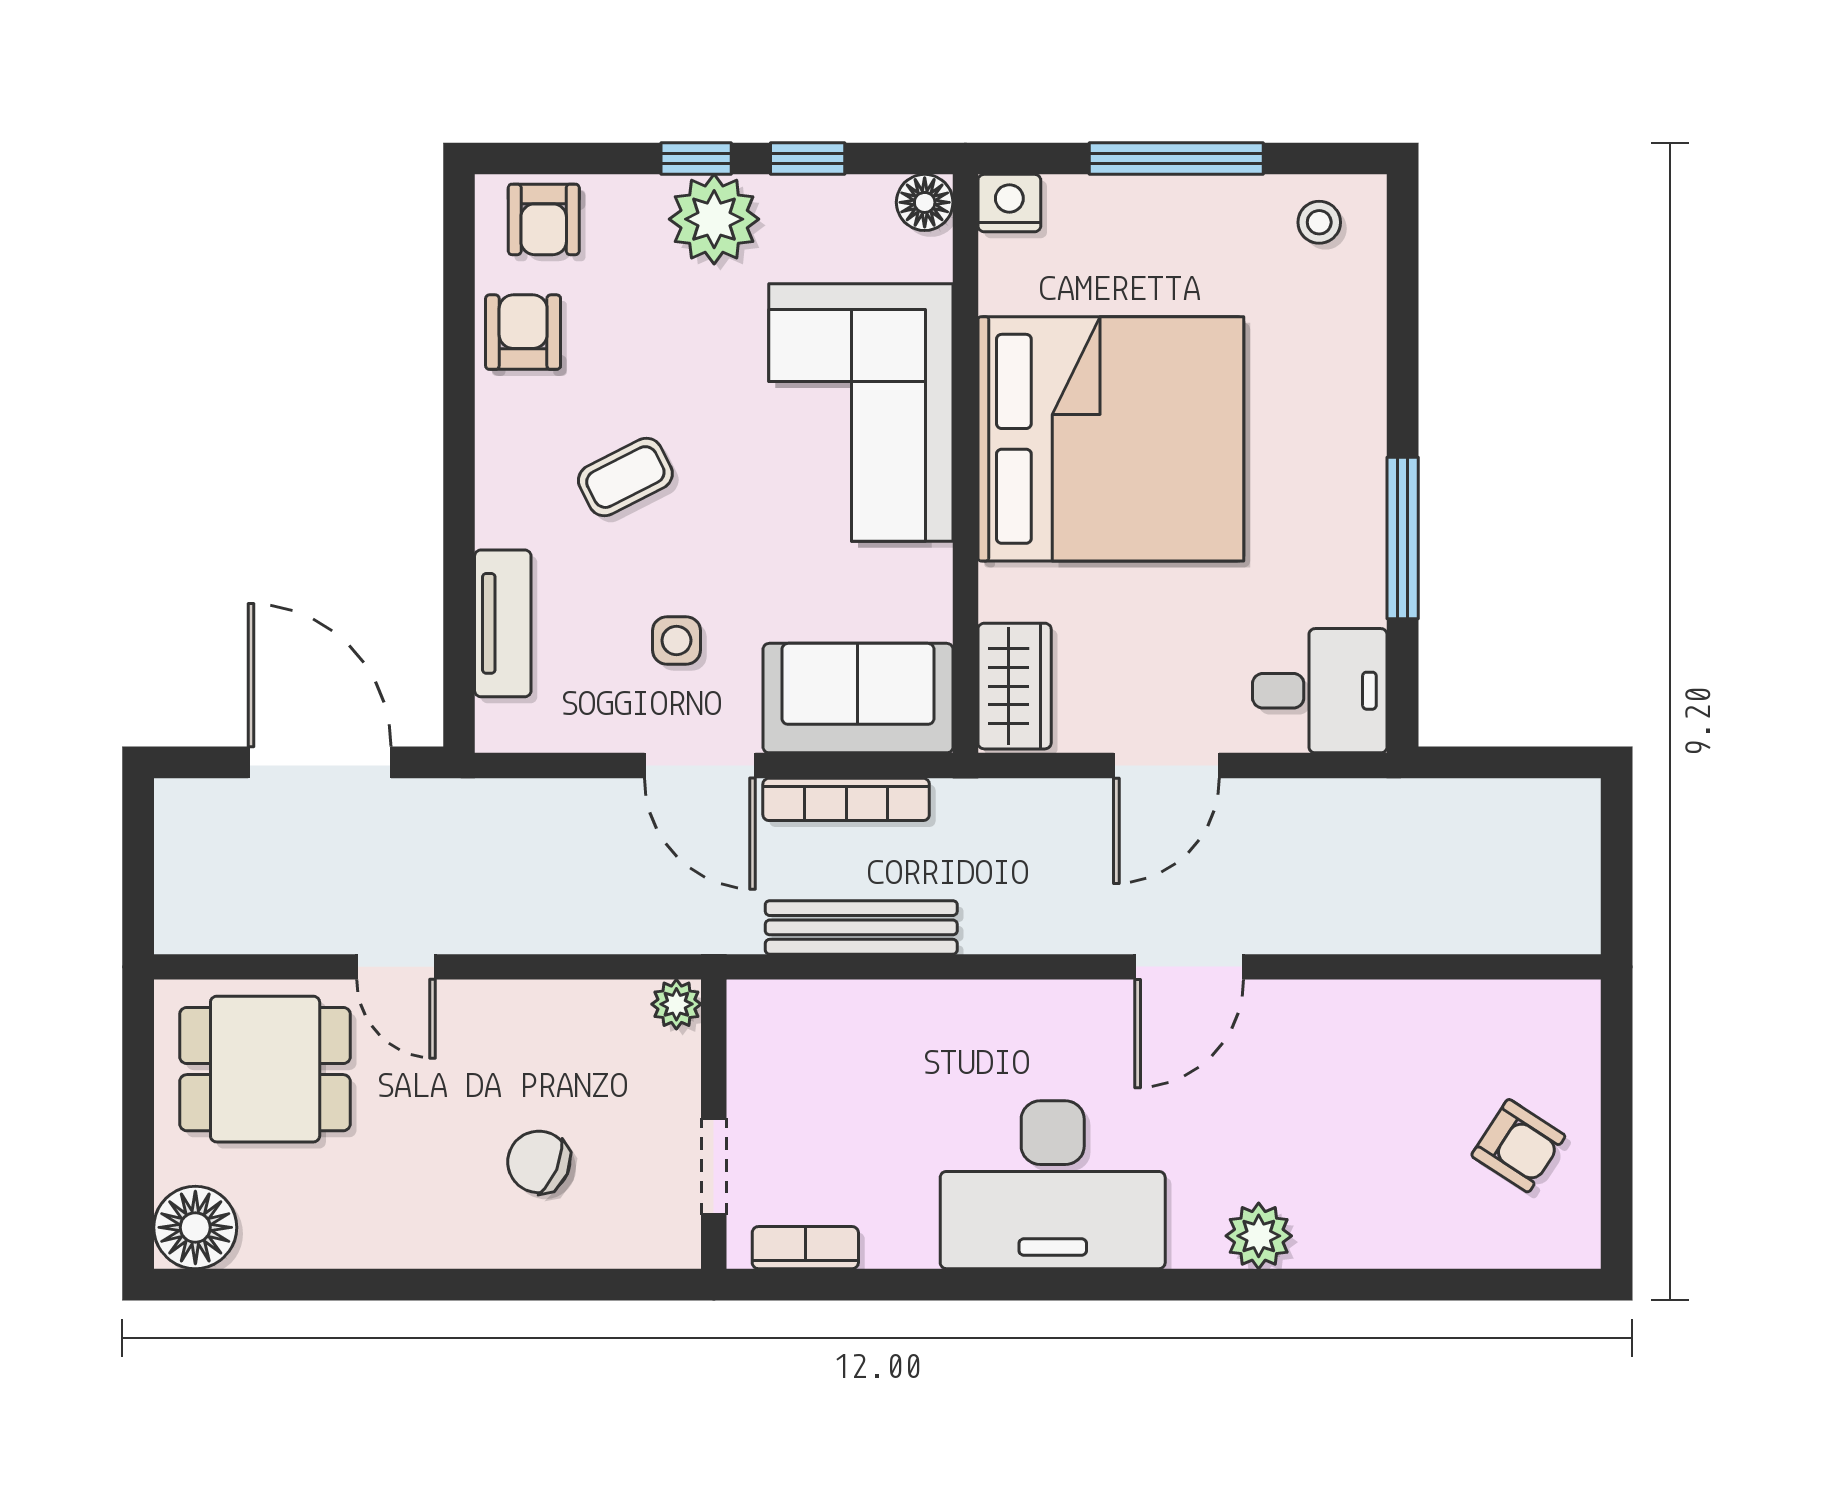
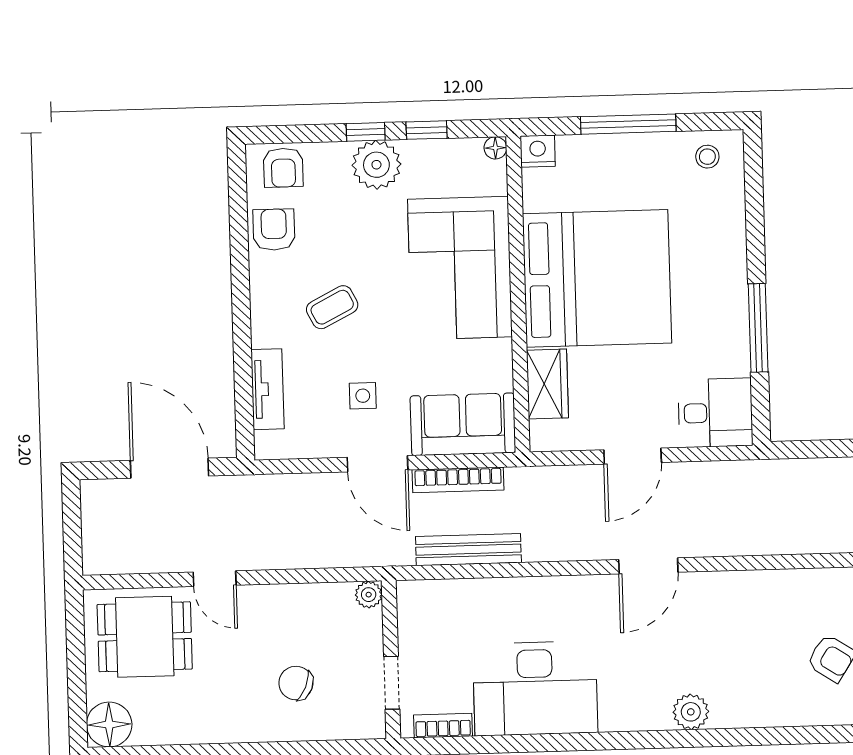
floor lamp: (925, 202) -> (495, 148), width x0.73, depth x0.73
wardrobe: (1015, 686) -> (547, 384), moved
desk: (1053, 1185) -> (535, 688), moved

